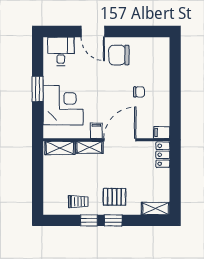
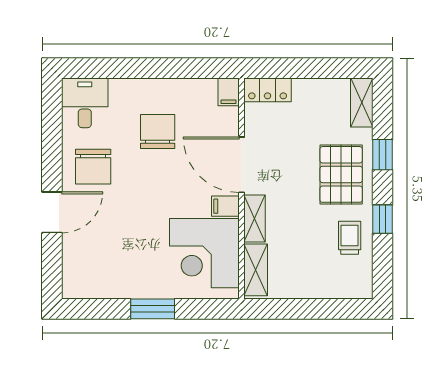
desk: (61, 51) -> (85, 103), moved, turned 90
chair: (139, 92) -> (158, 132), width x1.87, depth x1.87
corner desk: (63, 105) -> (204, 253), moved, turned -90
pallet: (114, 197) -> (341, 174), width x1.50, depth x1.42
window: (113, 220) -> (382, 155), moved

